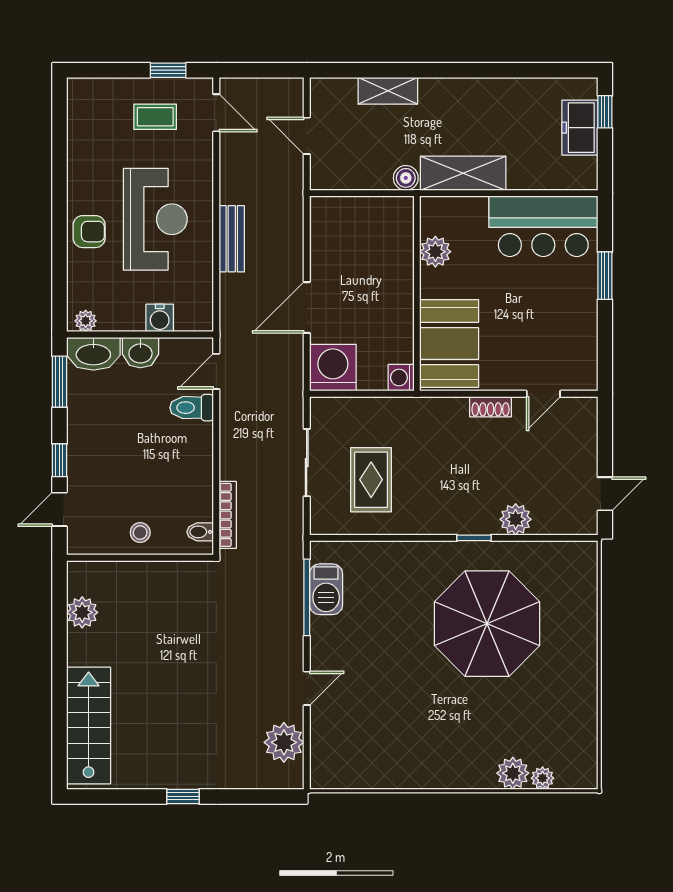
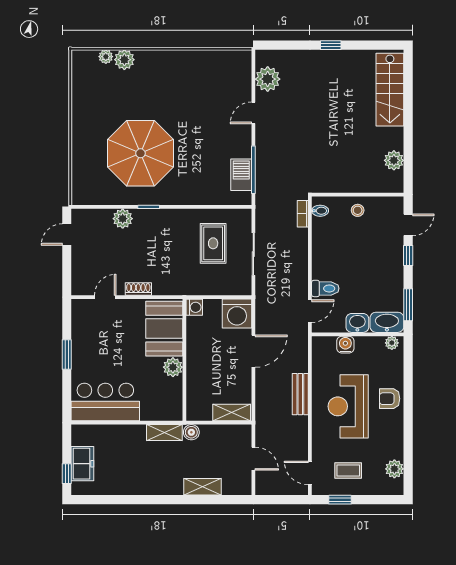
plant: (81, 119) -> (394, 469), added
shelving: (463, 173) -> (164, 432), width x0.67, depth x0.75
shelving: (341, 209) -> (232, 413), added
plant: (435, 252) -> (173, 367), moved
window: (605, 276) -> (67, 354), moved
bookcase: (228, 515) -> (303, 214), width x0.64

